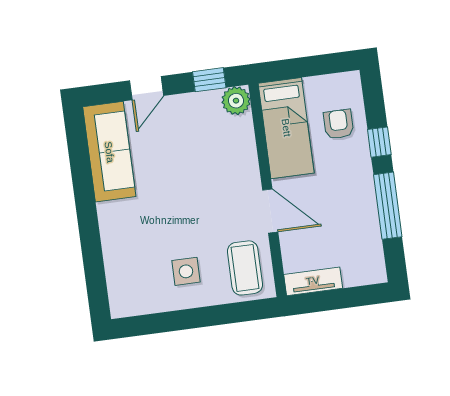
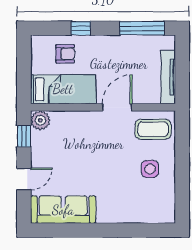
door: (147, 88) -> (24, 179), hinge flipped
armchair: (339, 124) -> (65, 54), turned 180
window: (388, 206) -> (142, 28), moved
tv unit: (313, 281) -> (168, 77), width x1.41

